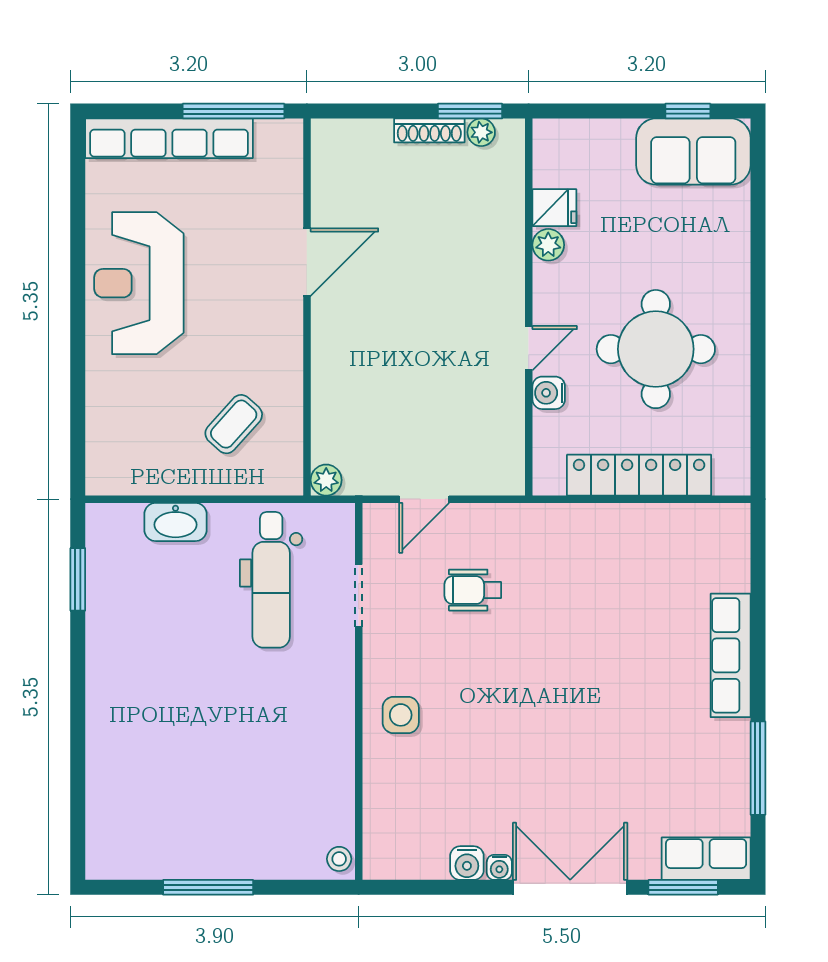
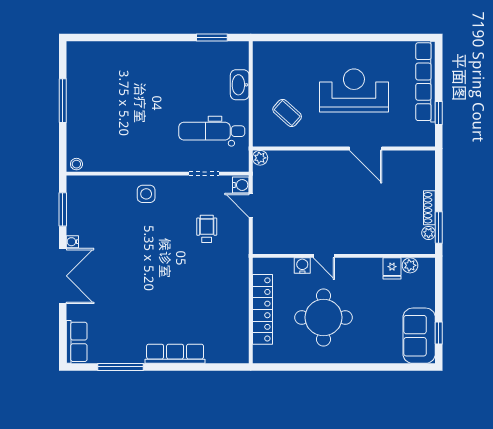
window: (234, 111) -> (439, 113), width x0.46
plant: (548, 245) -> (410, 265), moved
reception desk: (139, 283) -> (354, 90), moved
water cooler: (467, 863) -> (241, 185), moved, turned 180
window: (683, 887) -> (63, 209), moved

